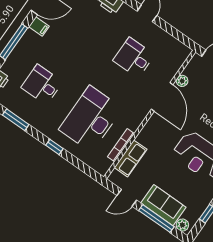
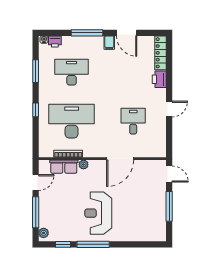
plant: (182, 81) -> (83, 165), moved
desk: (42, 85) -> (72, 72), width x1.37
door: (127, 198) -> (36, 183), swing flipped
sofa: (163, 205) -> (48, 211), removed

